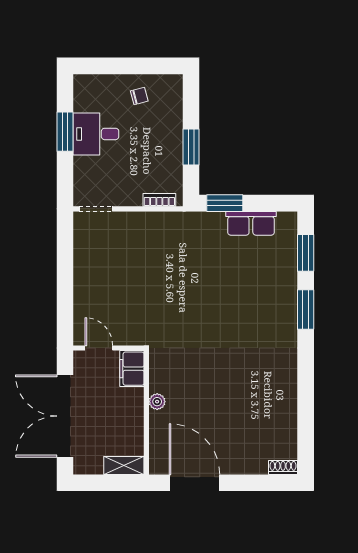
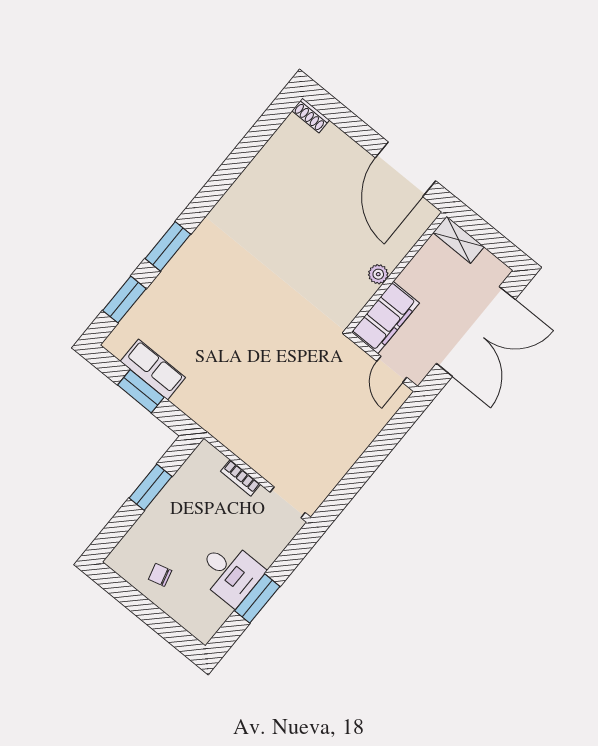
bookcase: (159, 200) -> (241, 478), moved
window: (225, 203) -> (141, 391), moved
filing cabinet: (132, 369) -> (385, 318), width x1.50, depth x1.17

